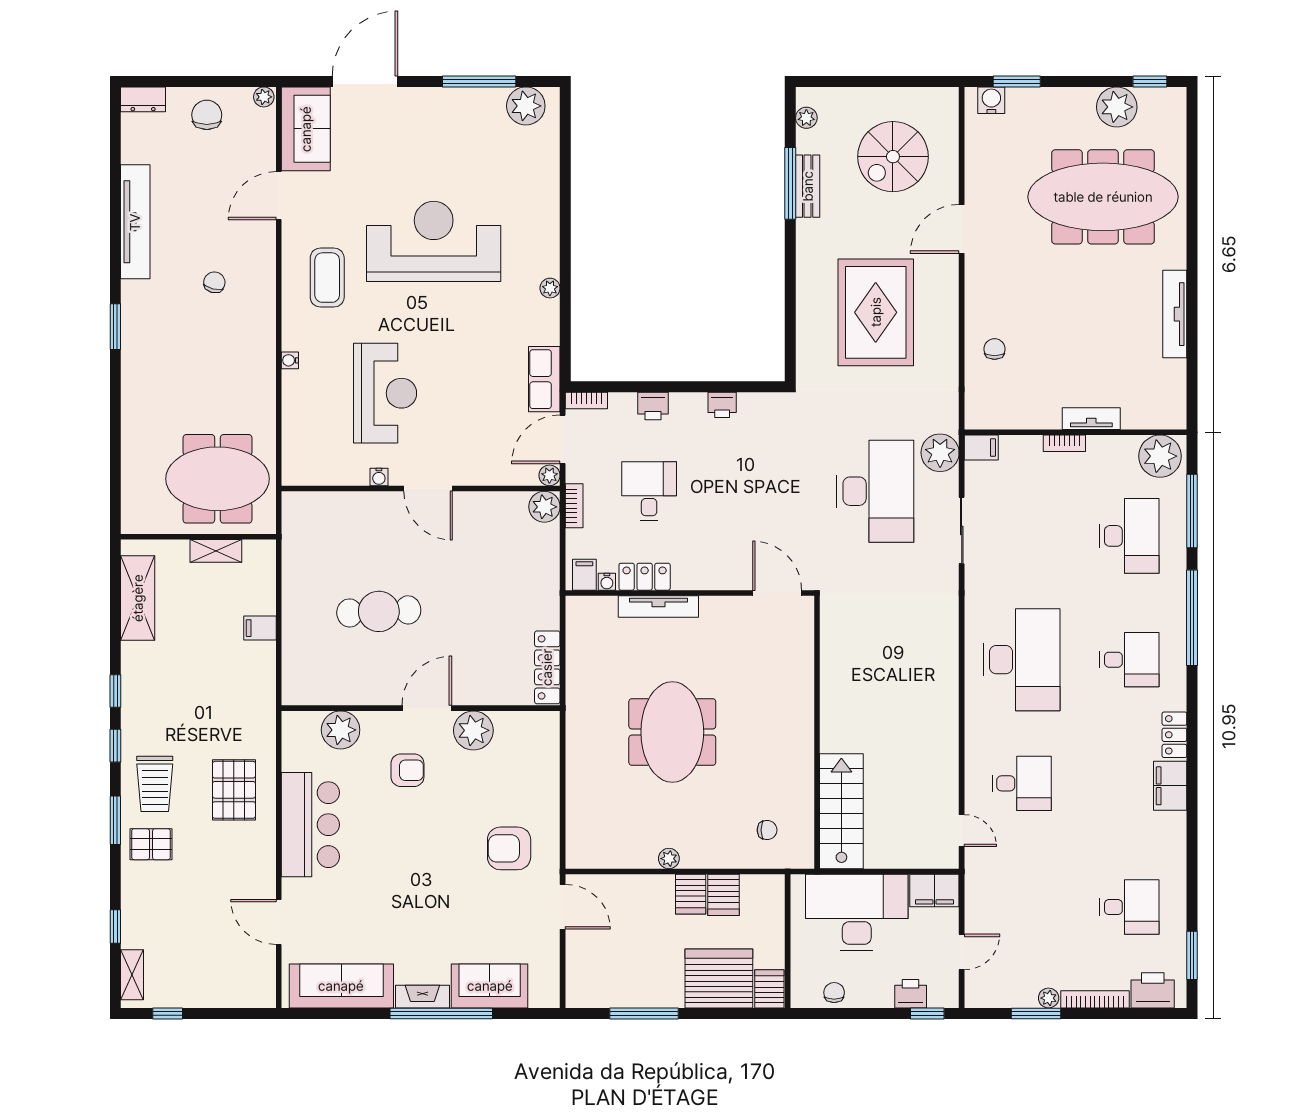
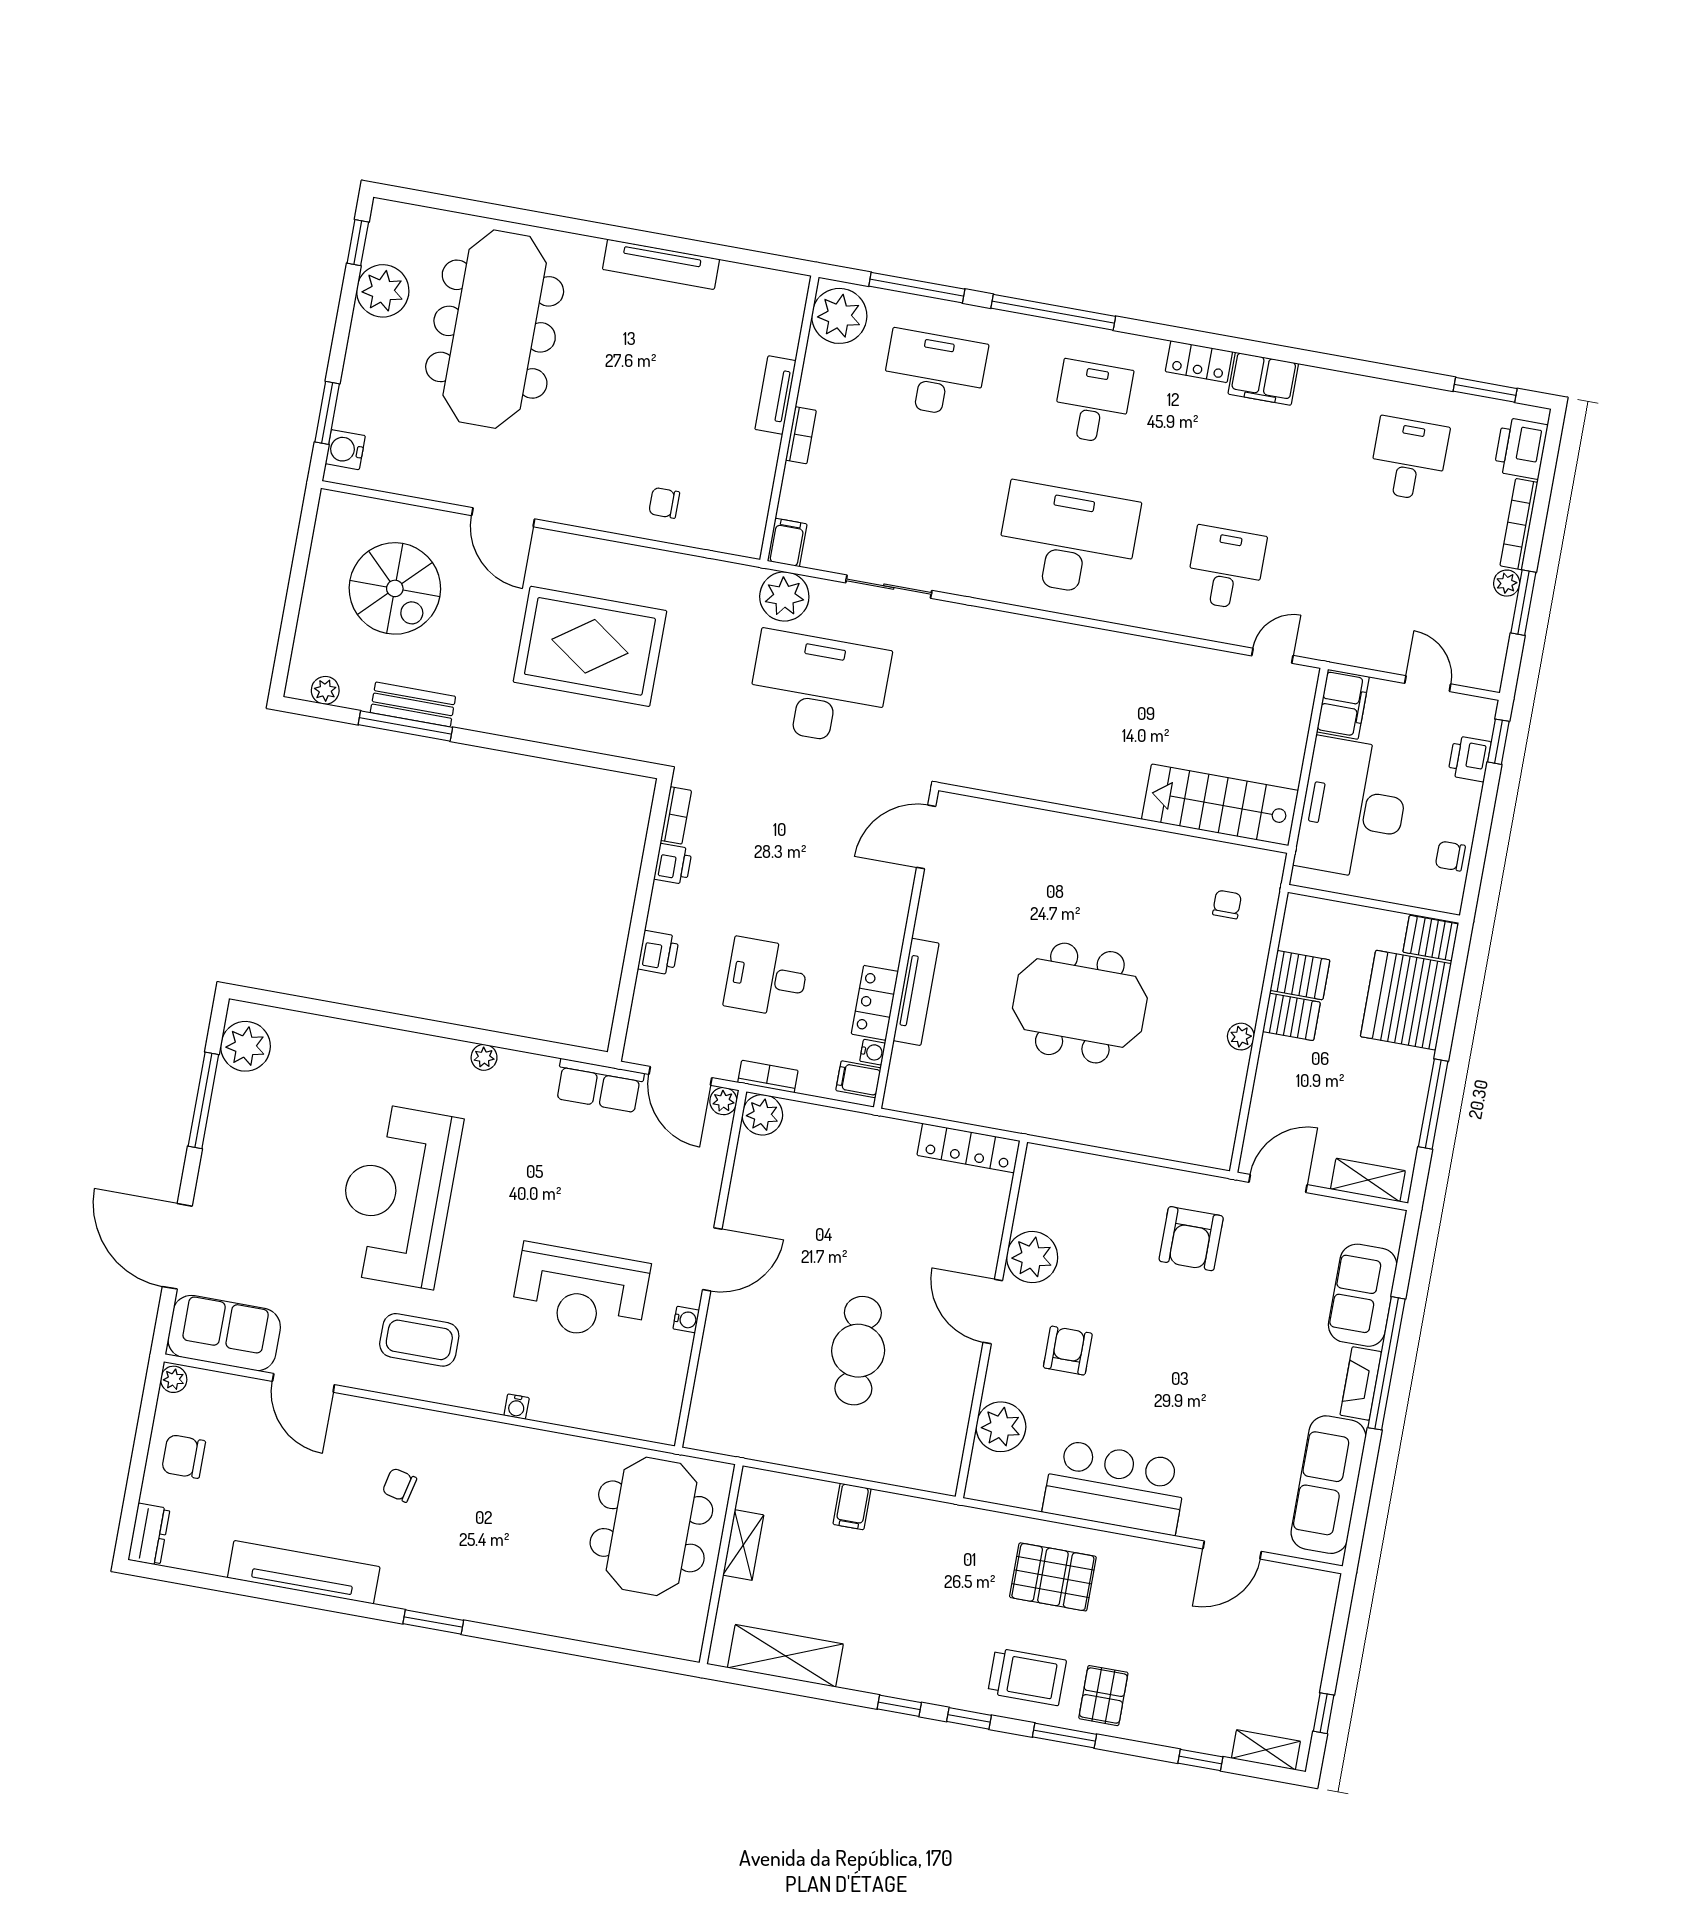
reception desk: (385, 393) -> (580, 1292), turned 180
bookcase: (586, 401) -> (676, 815), moved
shelving: (578, 974) -> (1368, 1180), added

